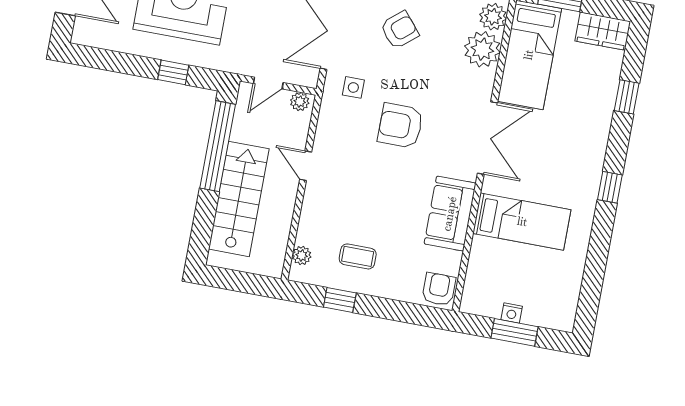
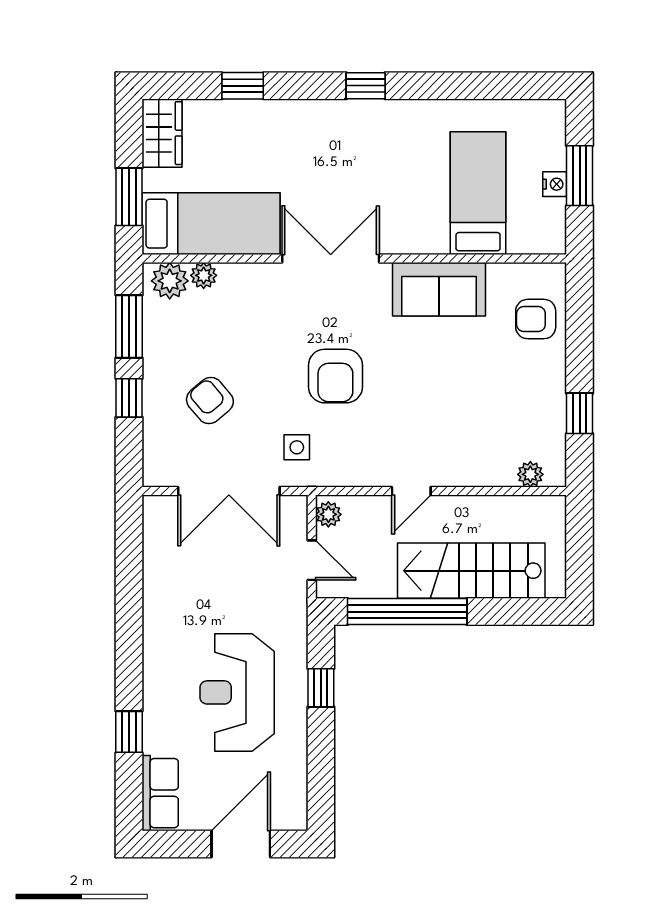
plant: (482, 49) -> (204, 275), width x0.53, depth x0.53
bed: (522, 222) -> (478, 193), moved
coffee table: (358, 256) -> (518, 400), removed
armchair: (439, 289) -> (536, 319), moved

